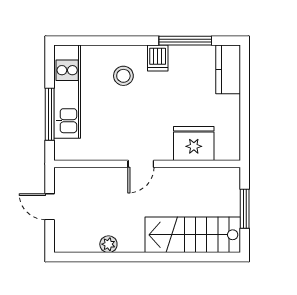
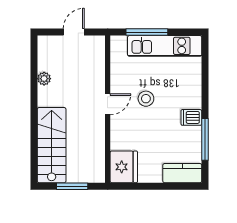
stool: (123, 76) -> (146, 99), moved
fridge: (194, 144) -> (124, 167), moved
door: (141, 164) -> (108, 104), swing flipped

